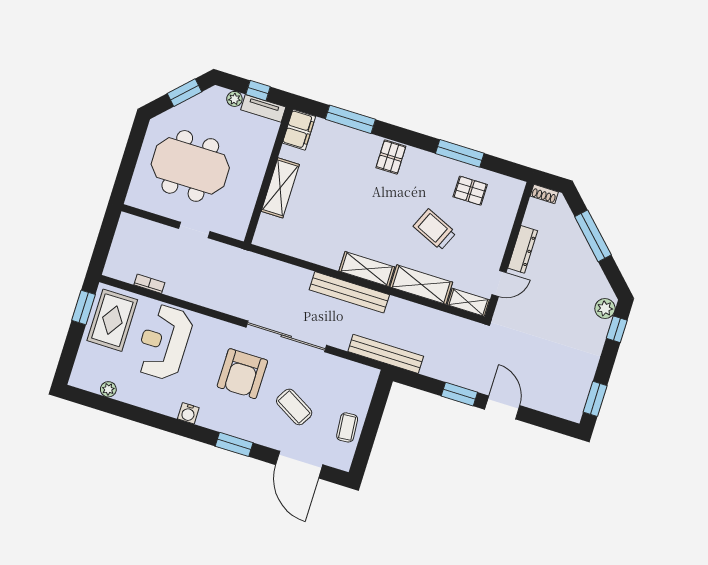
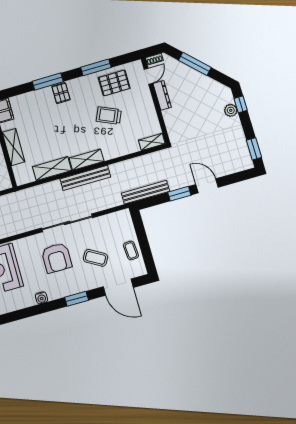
window: (350, 119) -> (48, 81), moved
pallet: (470, 191) -> (114, 83), width x1.50, depth x1.42
door: (499, 283) -> (148, 76), moved
shelving: (421, 285) -> (52, 169), moved
plant: (605, 309) -> (231, 110), moved
bench: (386, 354) -> (145, 192), moved

